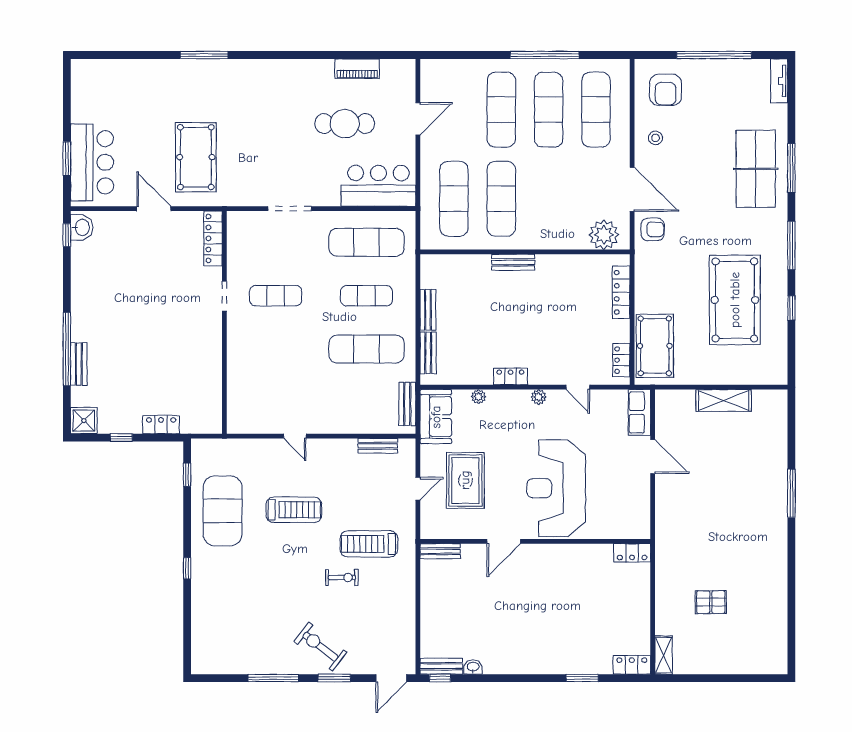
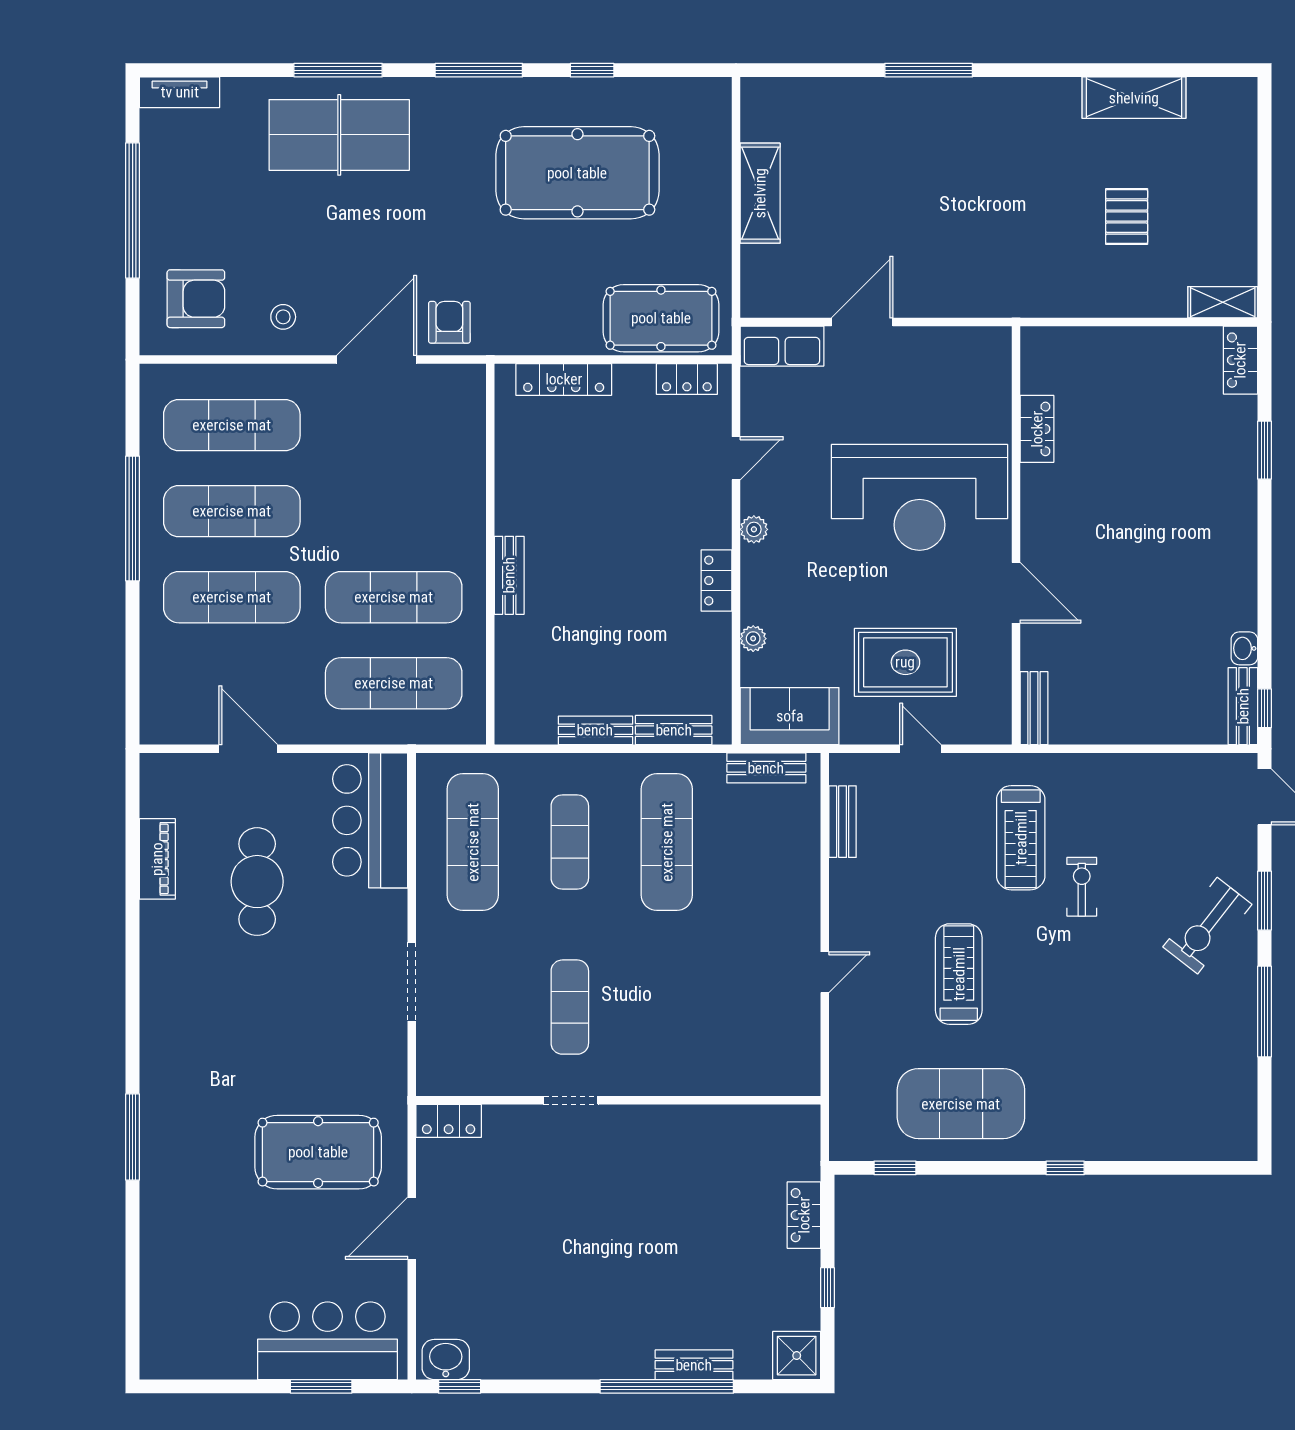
plant: (604, 235) -> (459, 411), removed
locker: (213, 238) -> (449, 1121), width x0.66
locker: (632, 553) -> (1037, 429), moved
shelving: (776, 606) -> (1134, 98), added

